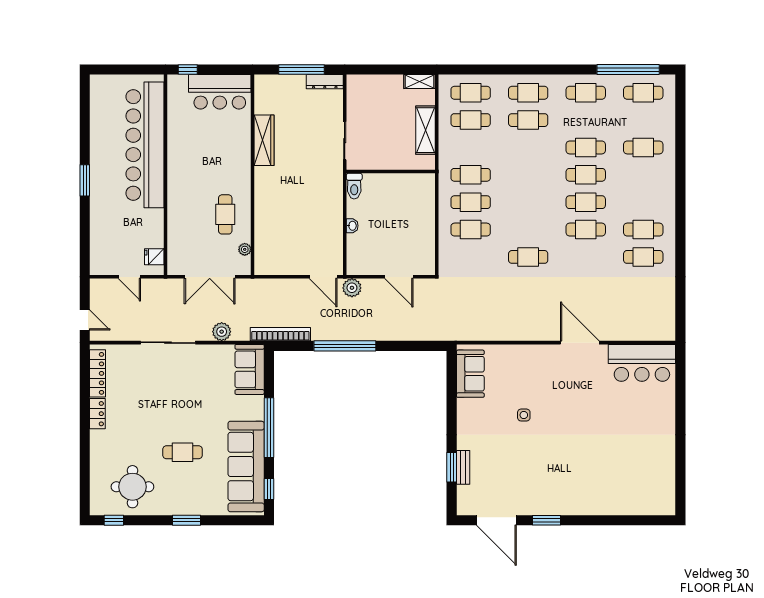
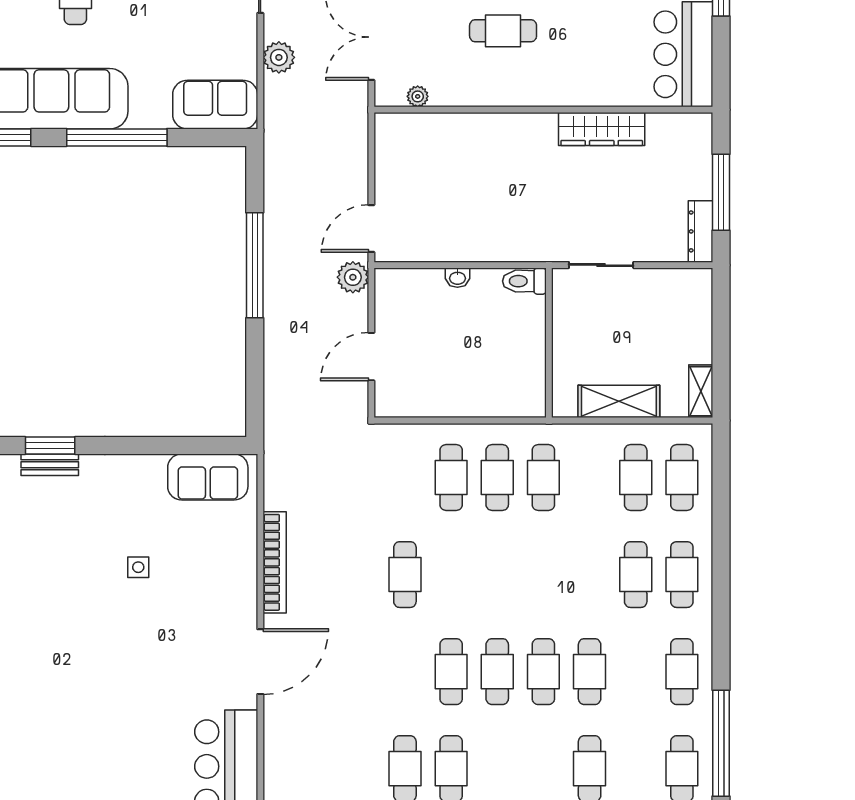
cafe table: (225, 214) -> (503, 31), moved
bookcase: (280, 334) -> (275, 562), moved

